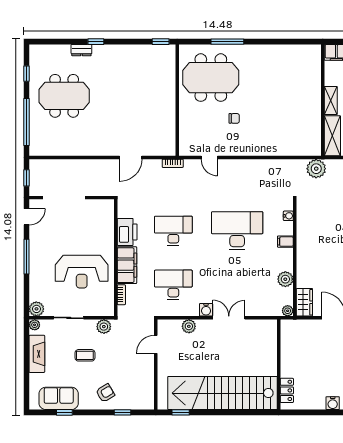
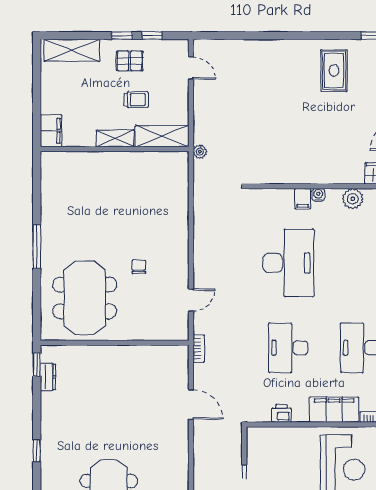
window: (227, 42) -> (37, 247), moved
dresser: (81, 50) -> (48, 377), moved
plant: (316, 169) -> (200, 152), width x0.53, depth x0.53
water cooler: (288, 216) -> (318, 195), moved
desk: (237, 231) -> (288, 263), turned 180
printer: (127, 232) -> (281, 413), width x0.53, depth x0.68

